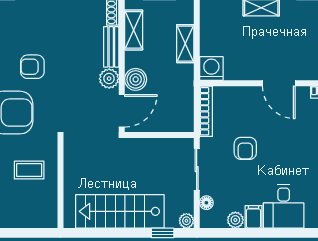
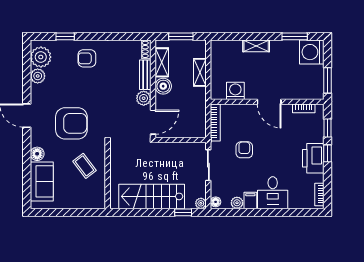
armchair: (32, 67) -> (87, 58), moved
washing machine: (211, 69) -> (235, 91), moved
boiler: (136, 79) -> (163, 86), moved
armchair: (245, 148) -> (244, 150), turned 180
coffee table: (29, 170) -> (85, 166), turned 53
floor lamp: (206, 203) -> (216, 202), moved

